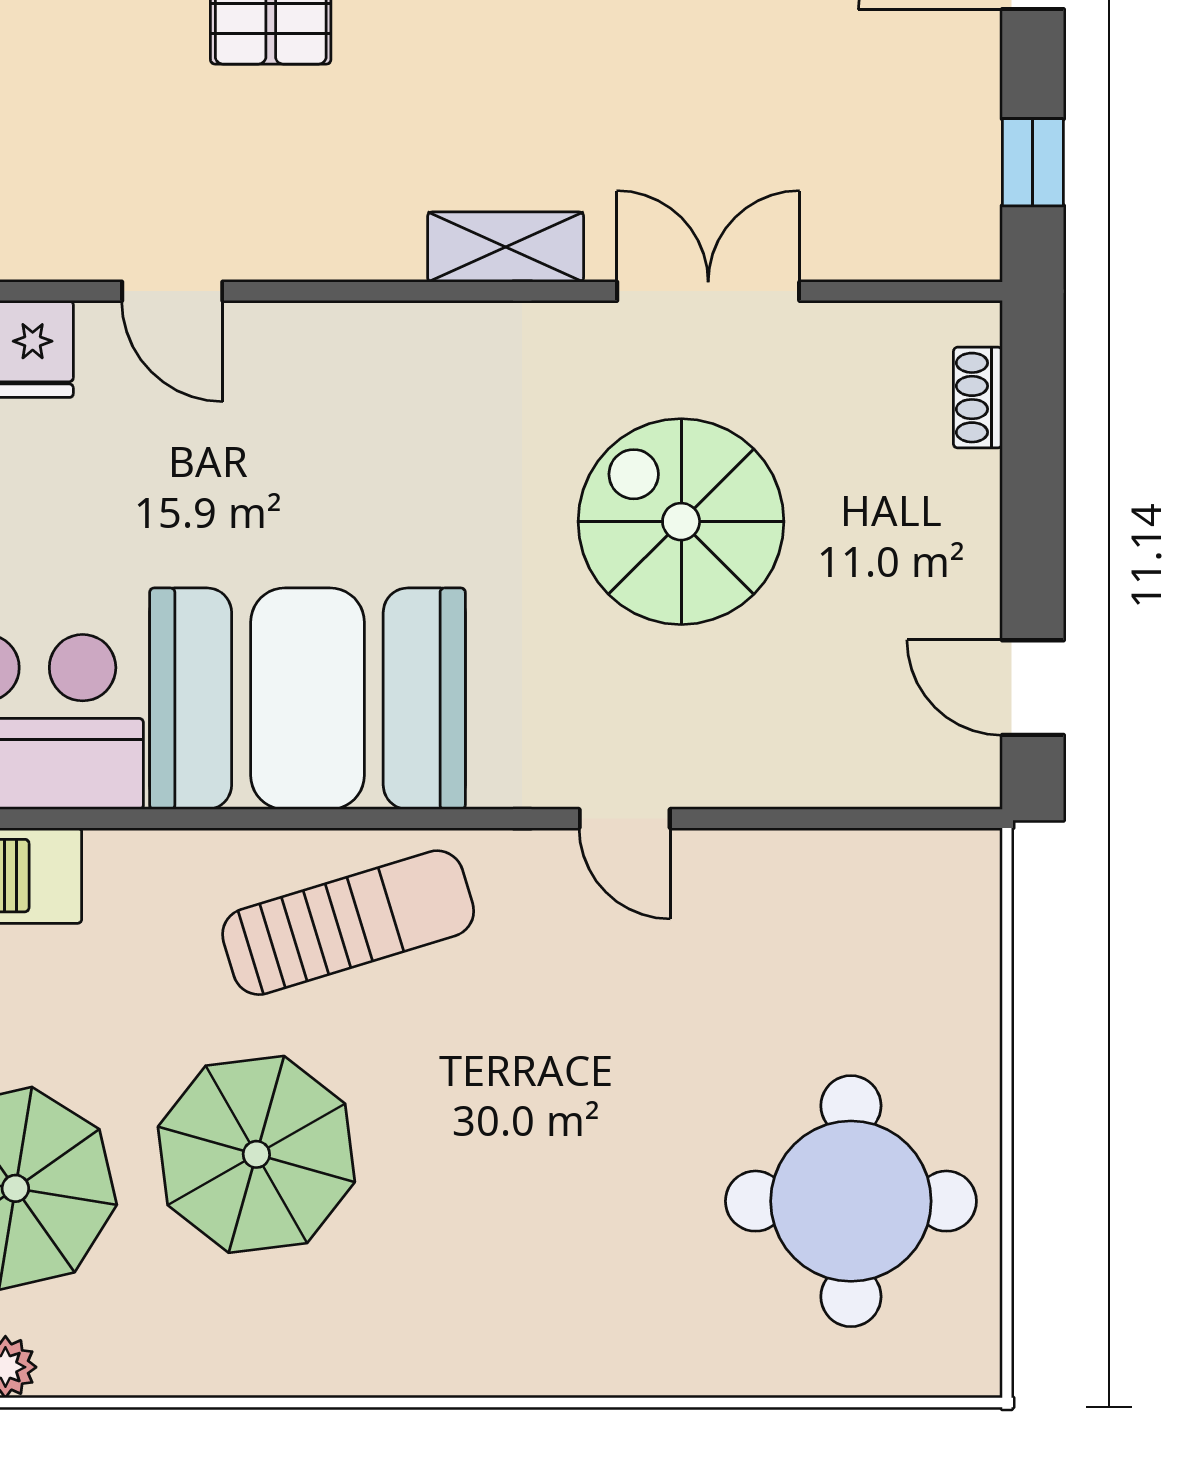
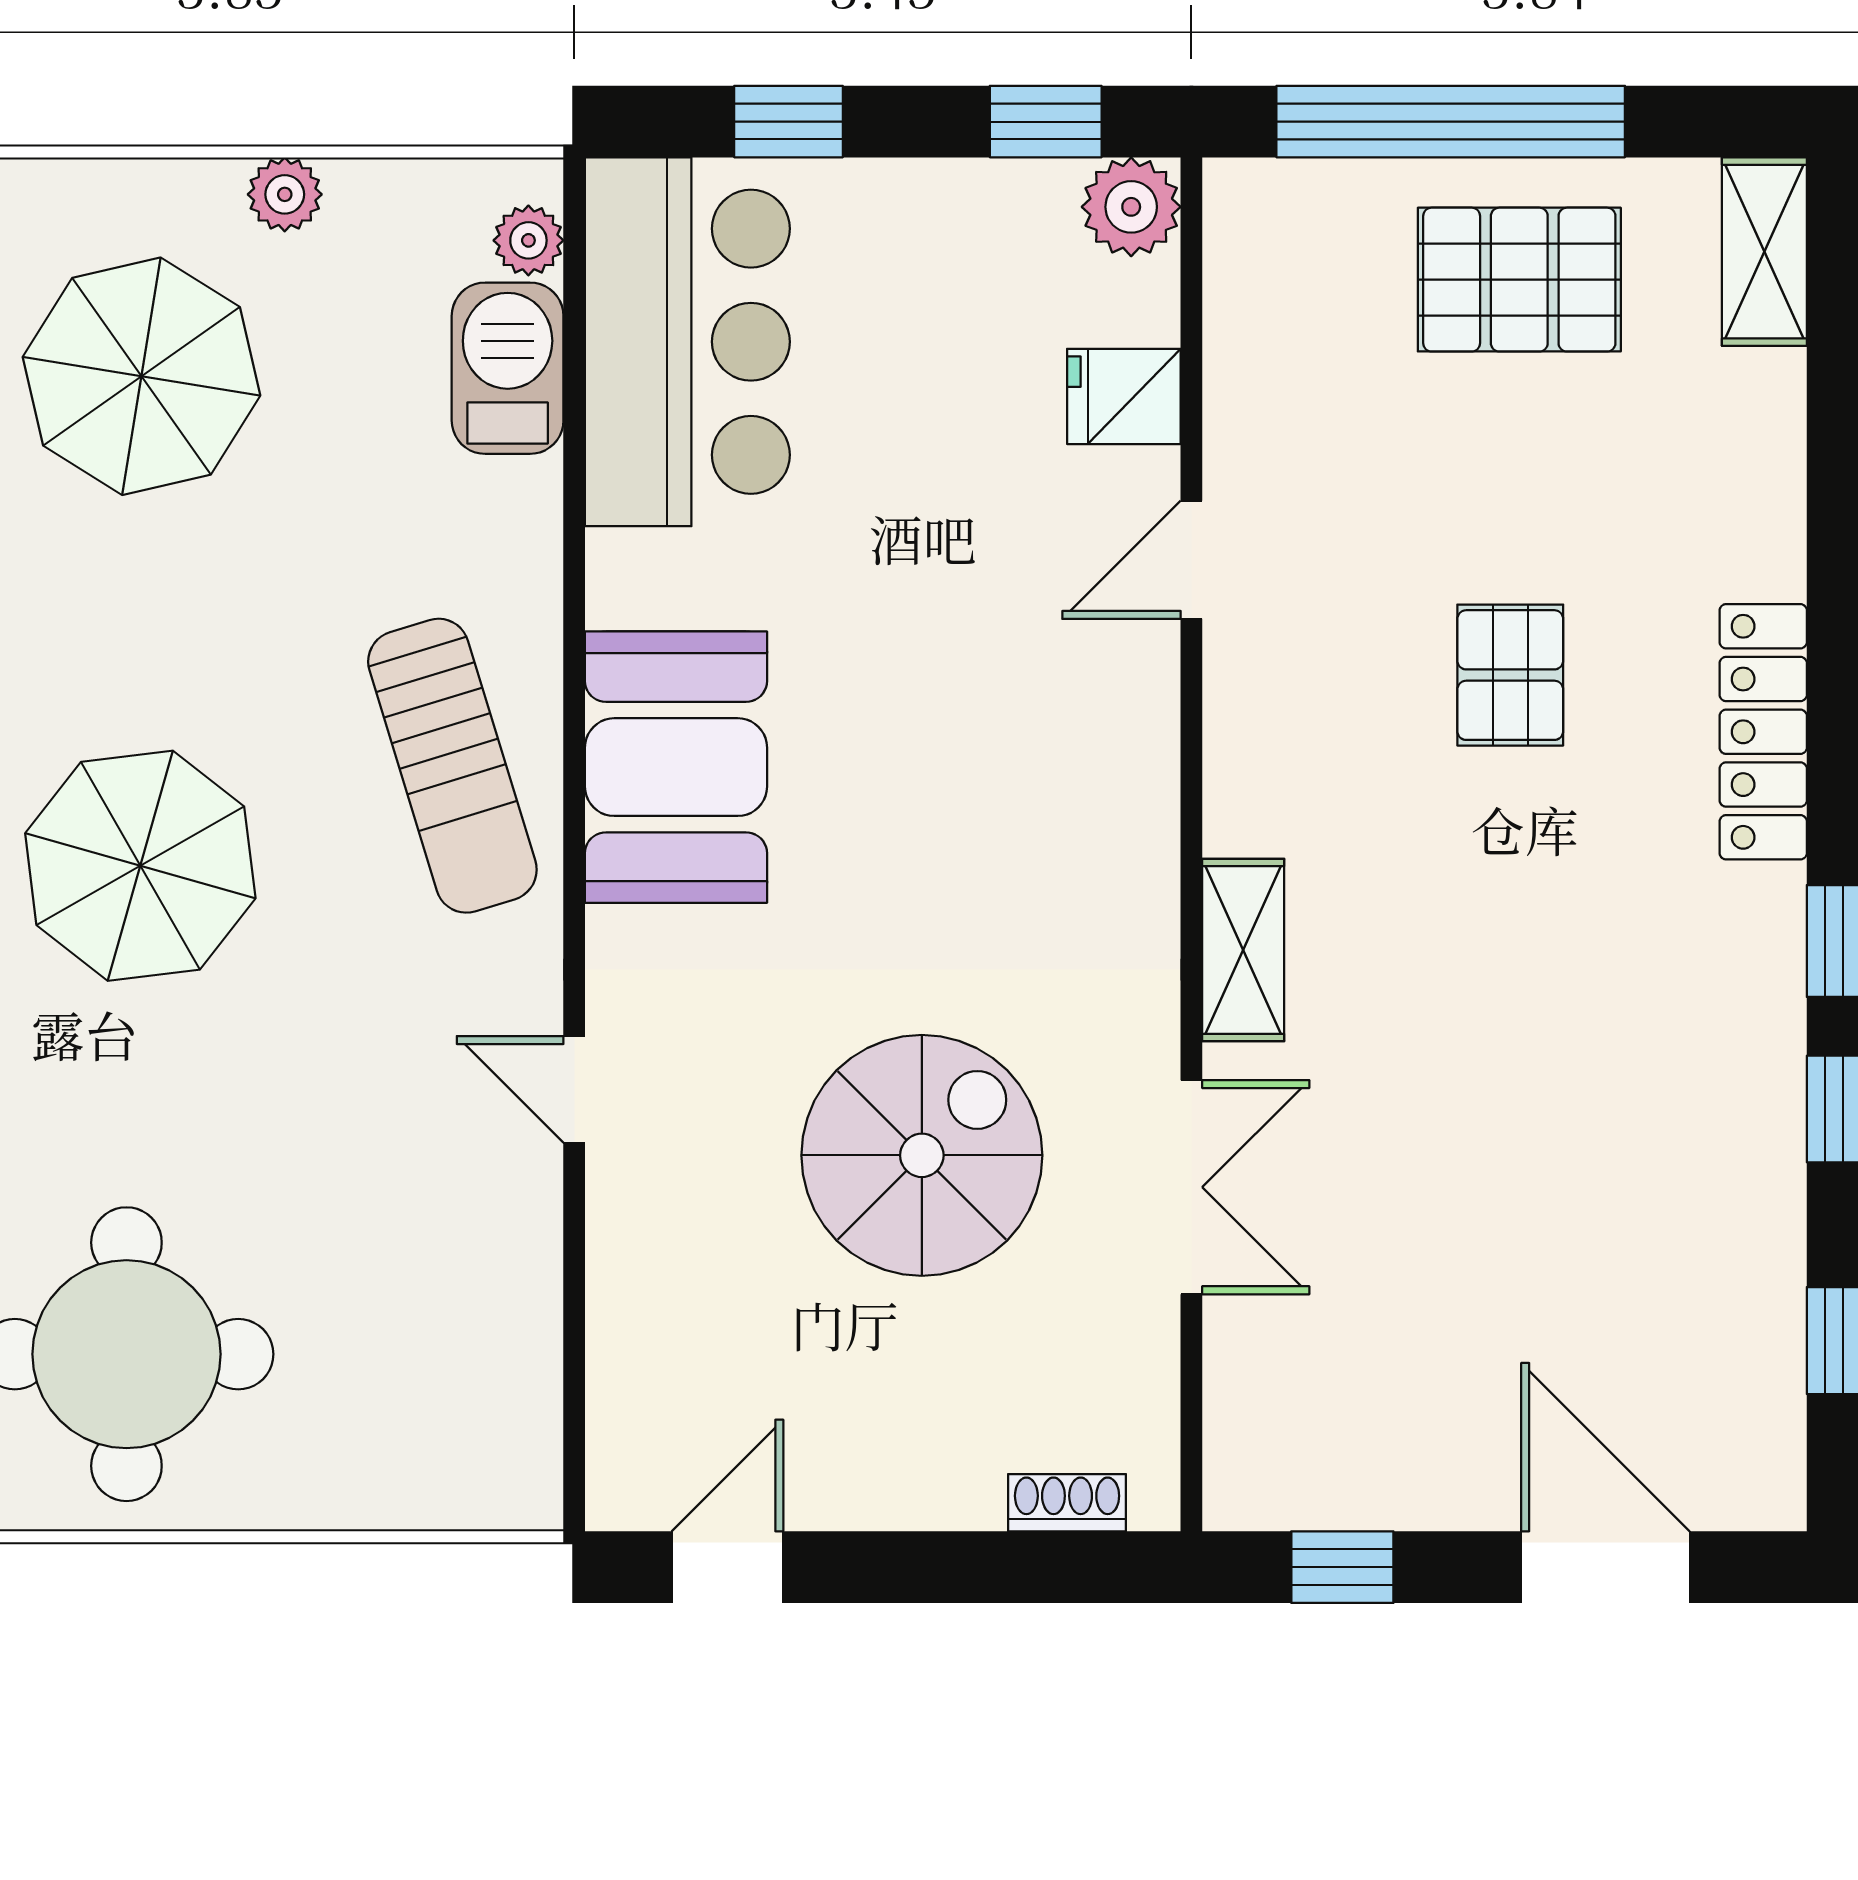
booth: (307, 699) -> (676, 767), width x0.73, depth x0.70
door: (625, 819) -> (574, 1089), hinge flipped
parasol: (256, 1154) -> (140, 866), moved

